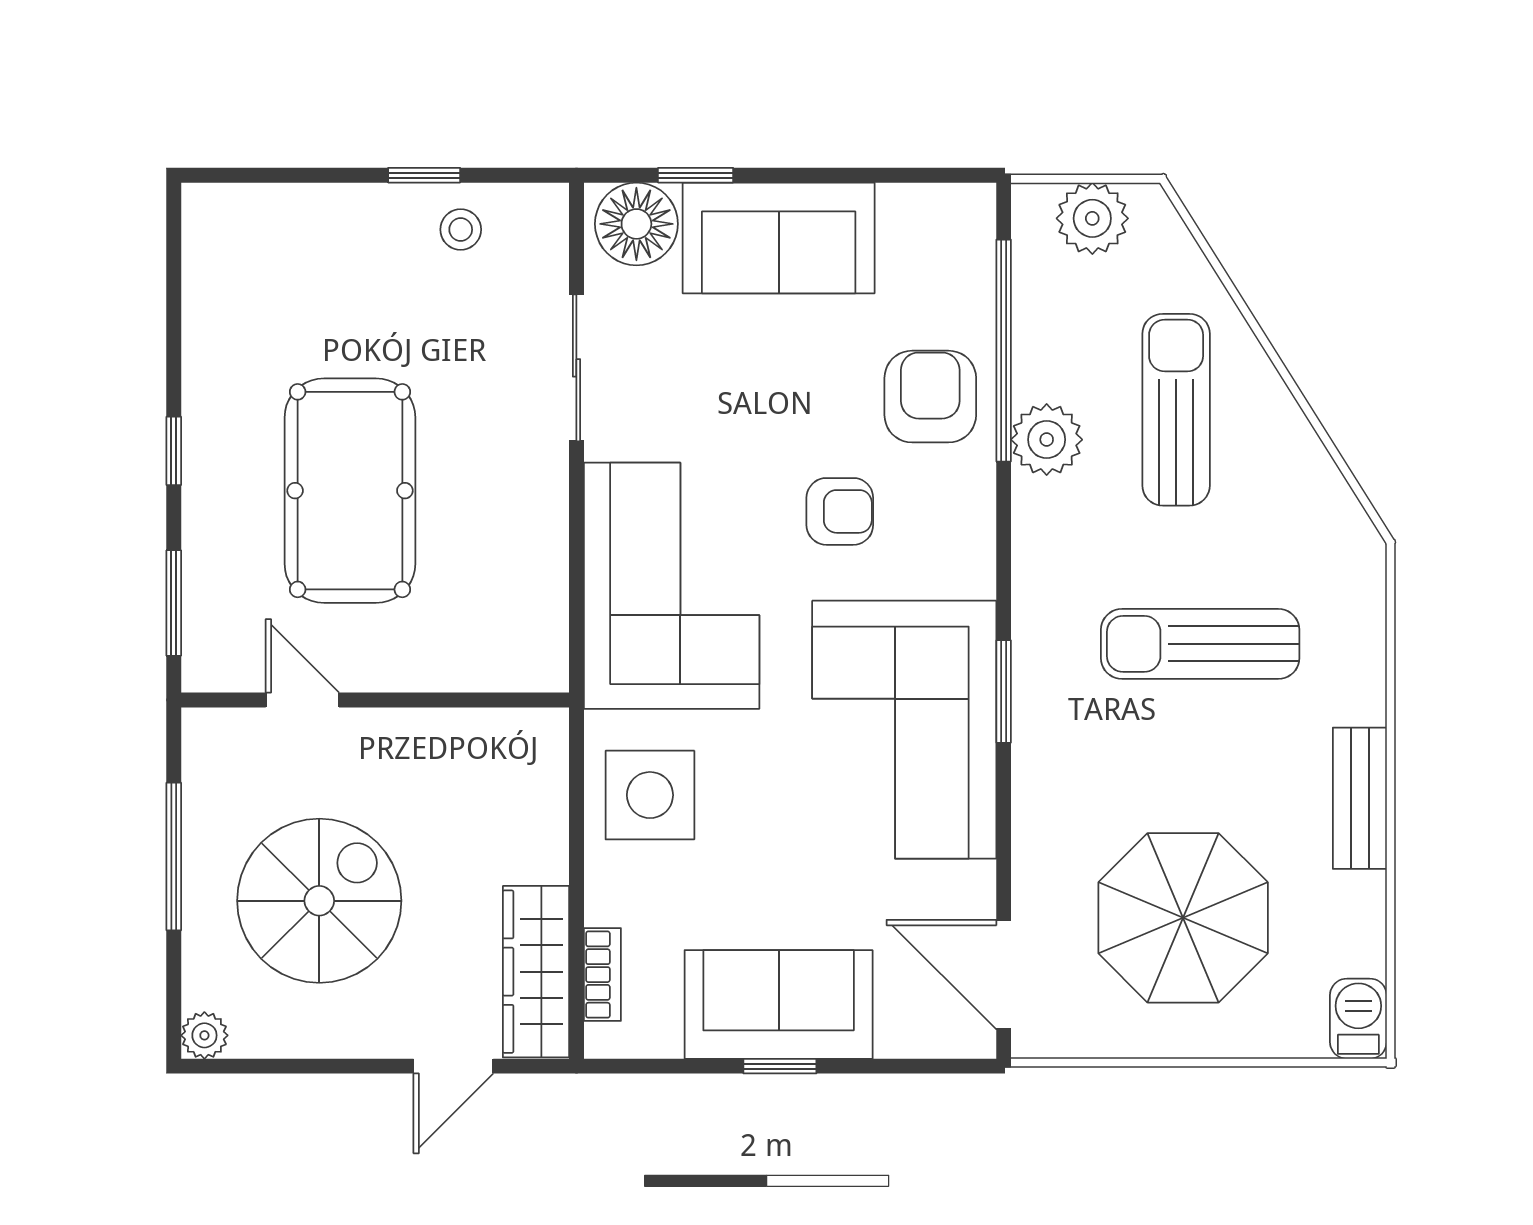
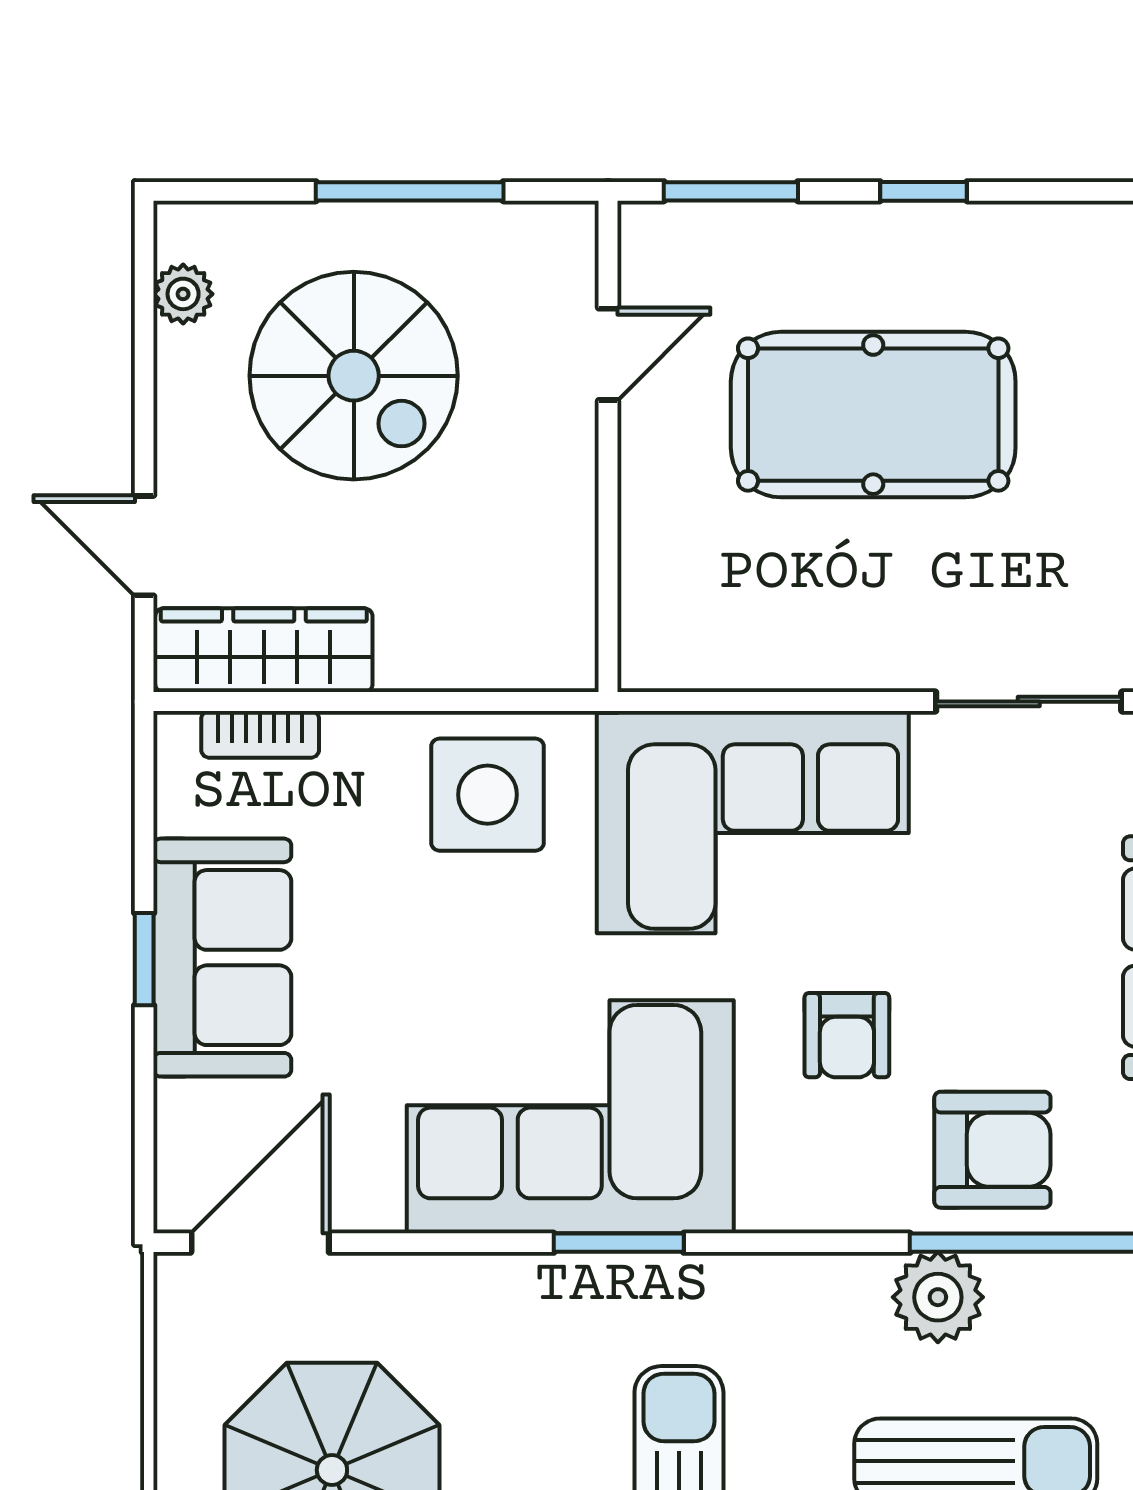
plant: (204, 1035) -> (183, 294), moved

